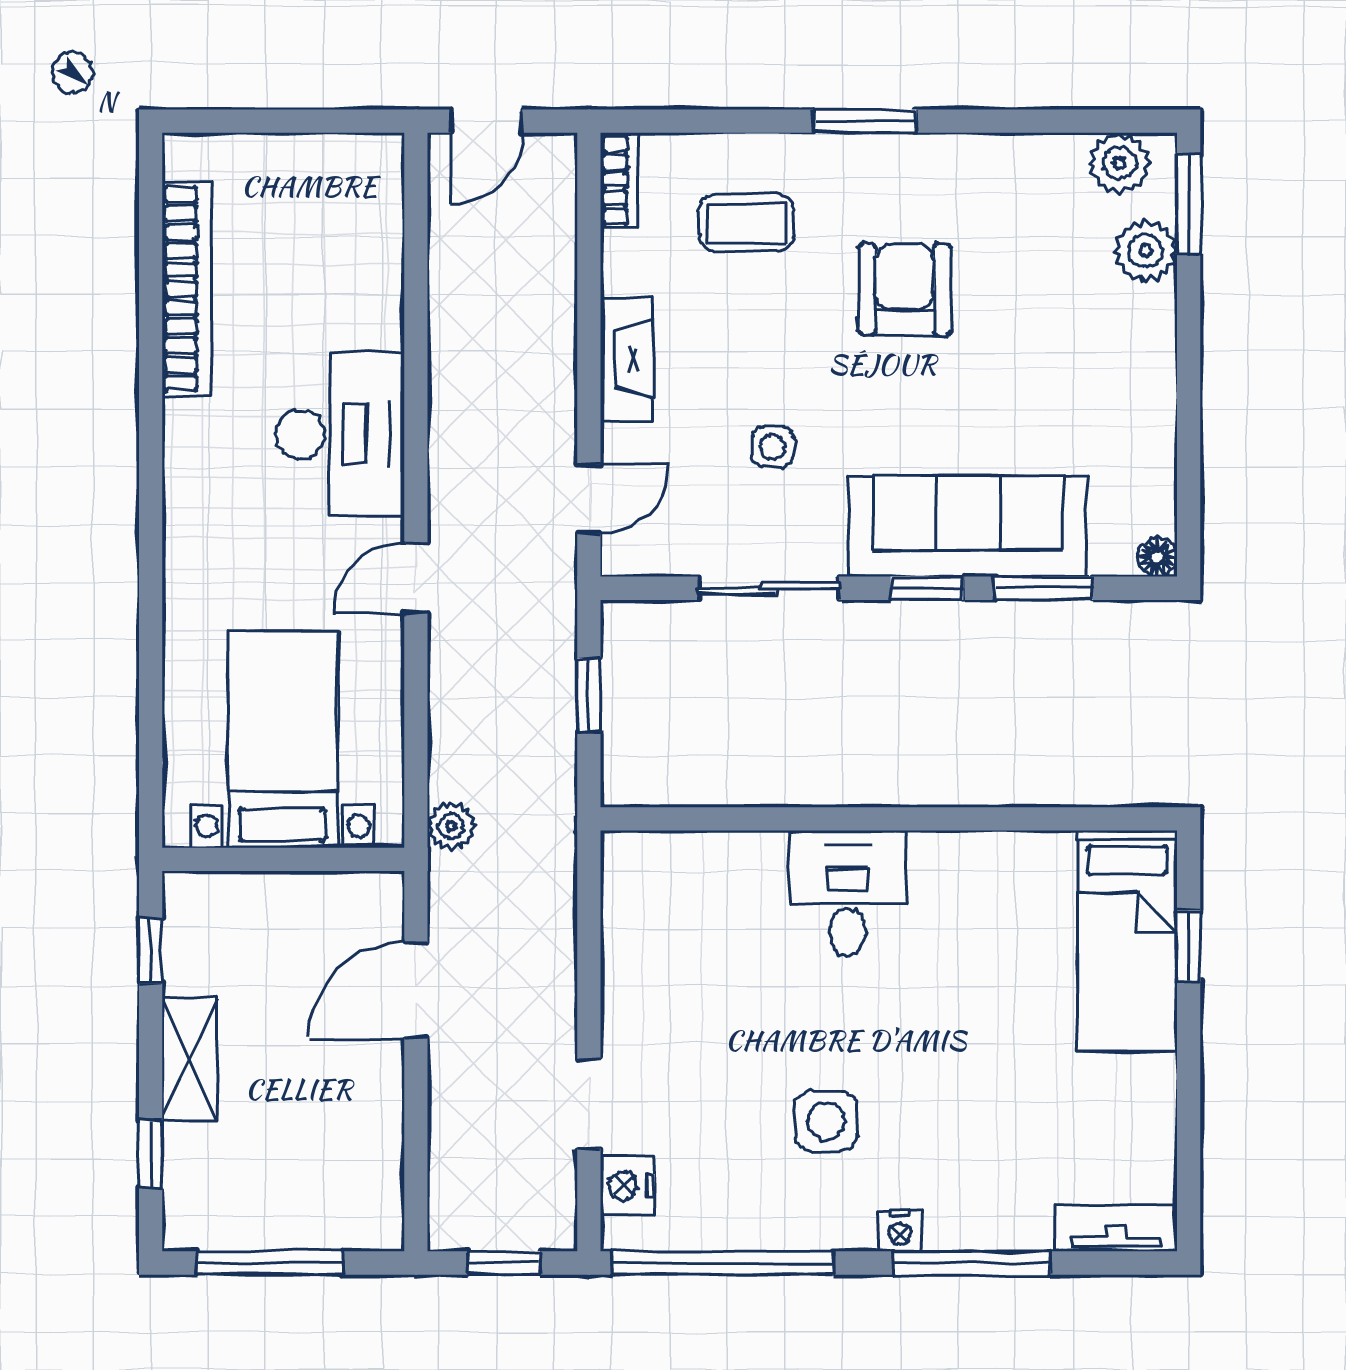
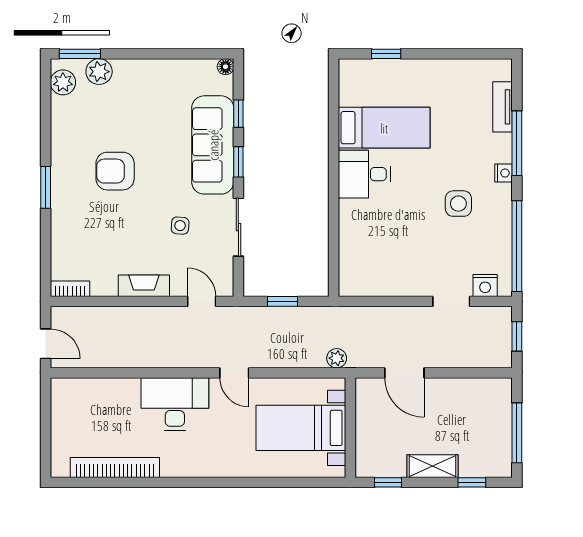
coffee table: (746, 223) -> (88, 237), removed
window: (1044, 588) -> (238, 114), width x0.67
desk: (848, 893) -> (364, 174), moved
bed: (1127, 941) -> (384, 128), moved
tv unit: (1116, 1228) -> (503, 107), moved

